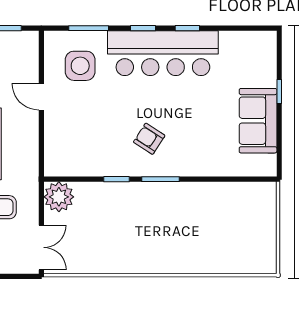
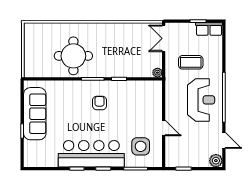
sofa: (258, 121) -> (35, 114), width x1.36
armchair: (149, 139) -> (100, 103), turned -123
plant: (59, 197) -> (157, 73), width x0.53, depth x0.53
round table: (193, 218) -> (73, 56), added

